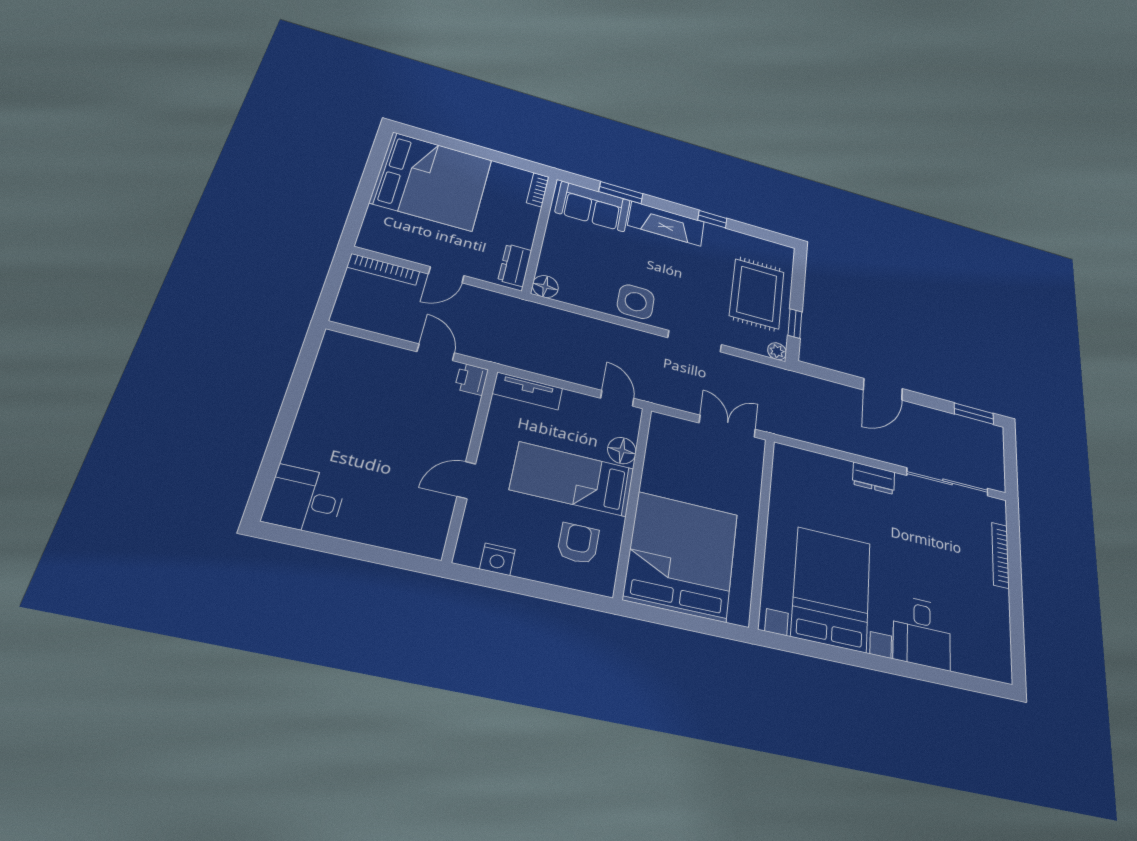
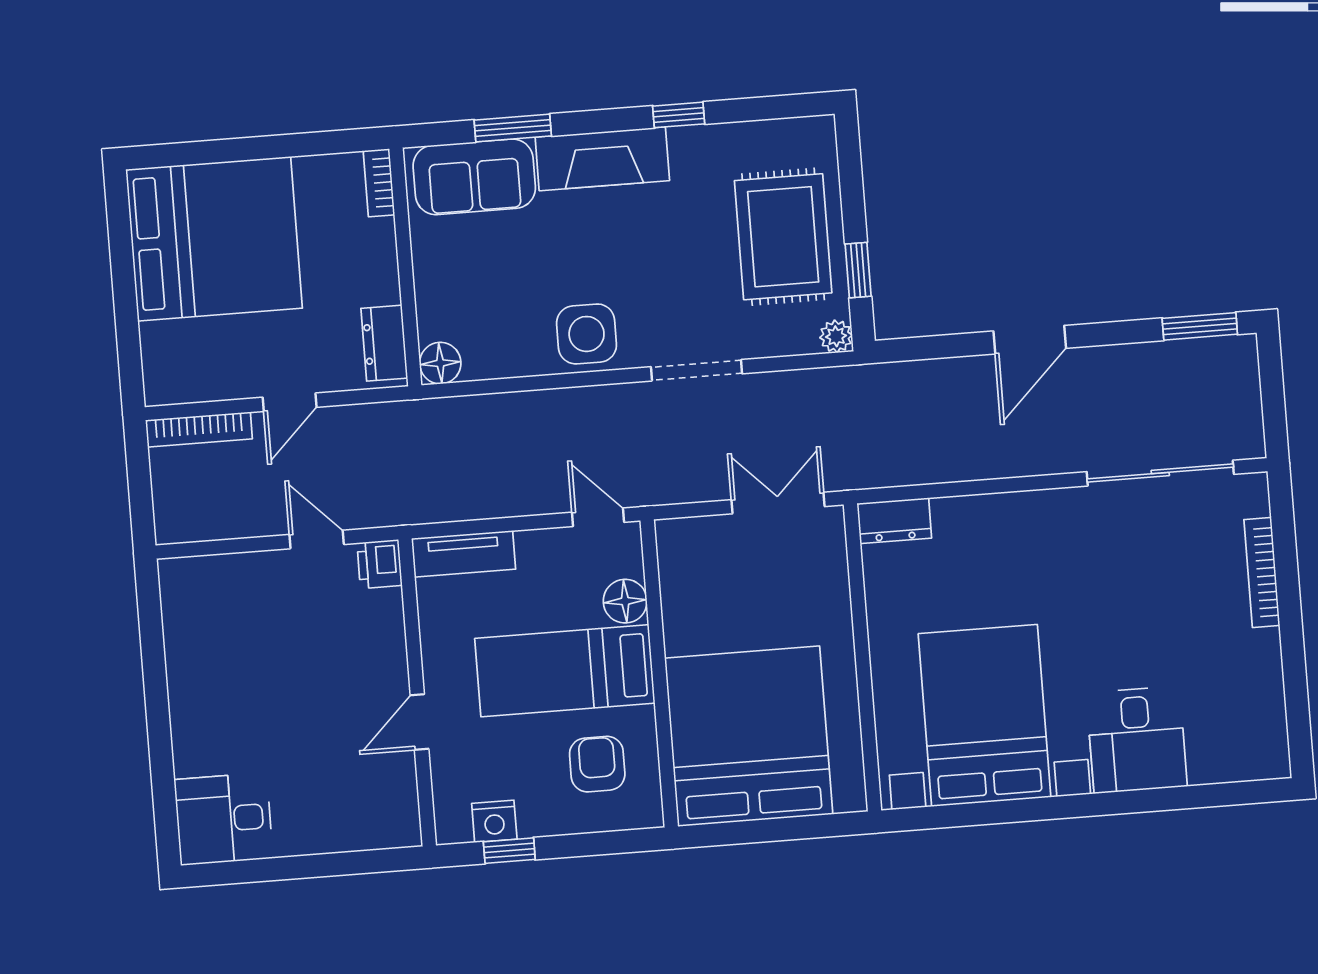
dresser: (874, 478) -> (894, 521), moved
window: (502, 582) -> (509, 851), added

